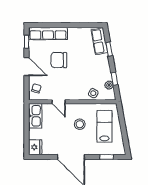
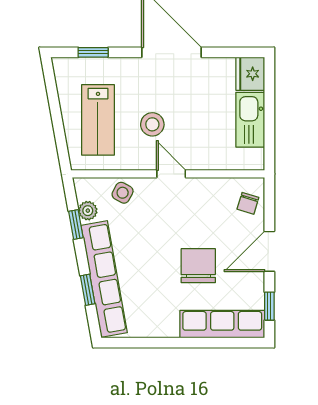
row of seats: (99, 41) -> (104, 279), width x2.02
chair: (59, 60) -> (198, 266), turned -90
door: (27, 67) -> (269, 251), hinge flipped
door: (59, 102) -> (171, 174), moved
kitchen sink: (35, 116) -> (250, 120), moved

